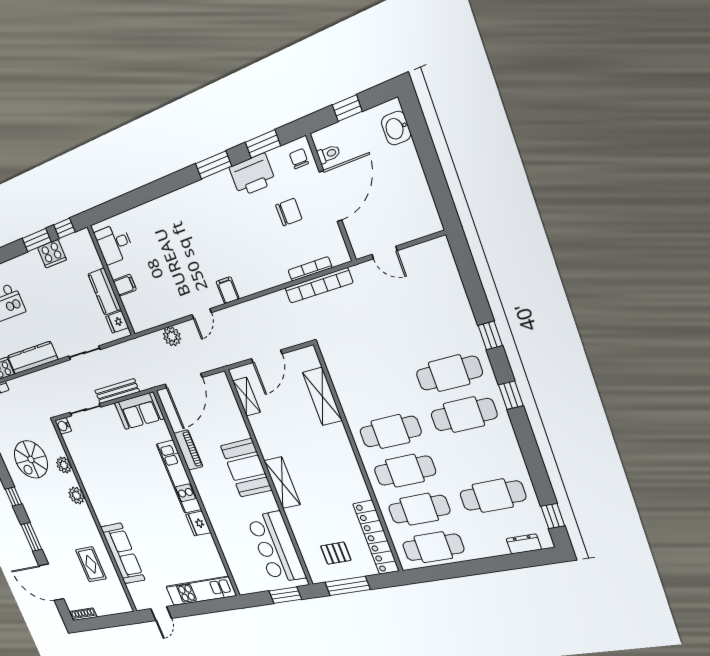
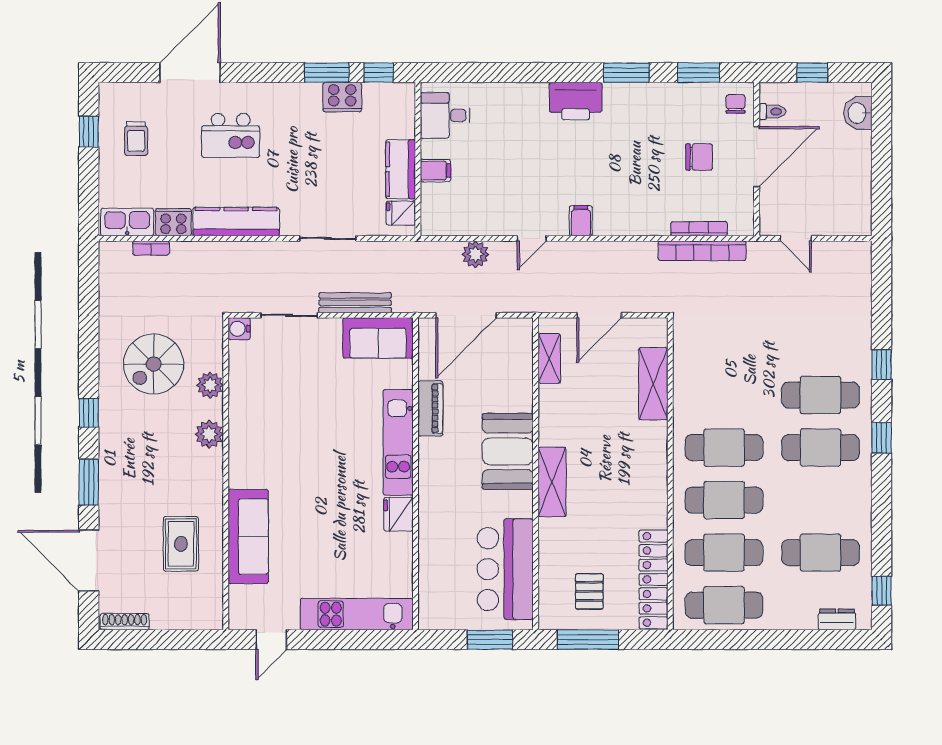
printer: (252, 175) -> (576, 101), moved
pallet: (336, 553) -> (589, 591), turned 90

